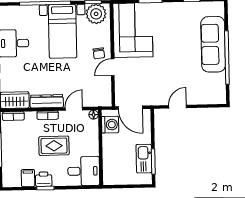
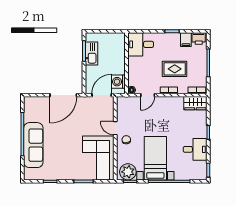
door: (113, 67) -> (115, 128), swing flipped
dresser: (47, 101) -> (169, 102), removed
door: (178, 107) -> (63, 95), width x1.87
door: (130, 108) -> (102, 95), hinge flipped
rug: (54, 146) -> (175, 69), moved
printer: (44, 179) -> (199, 39), moved

